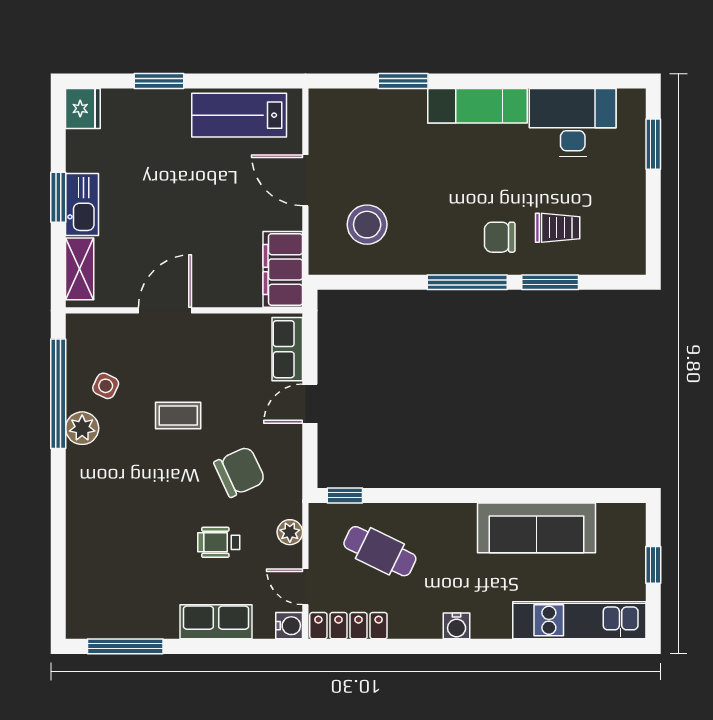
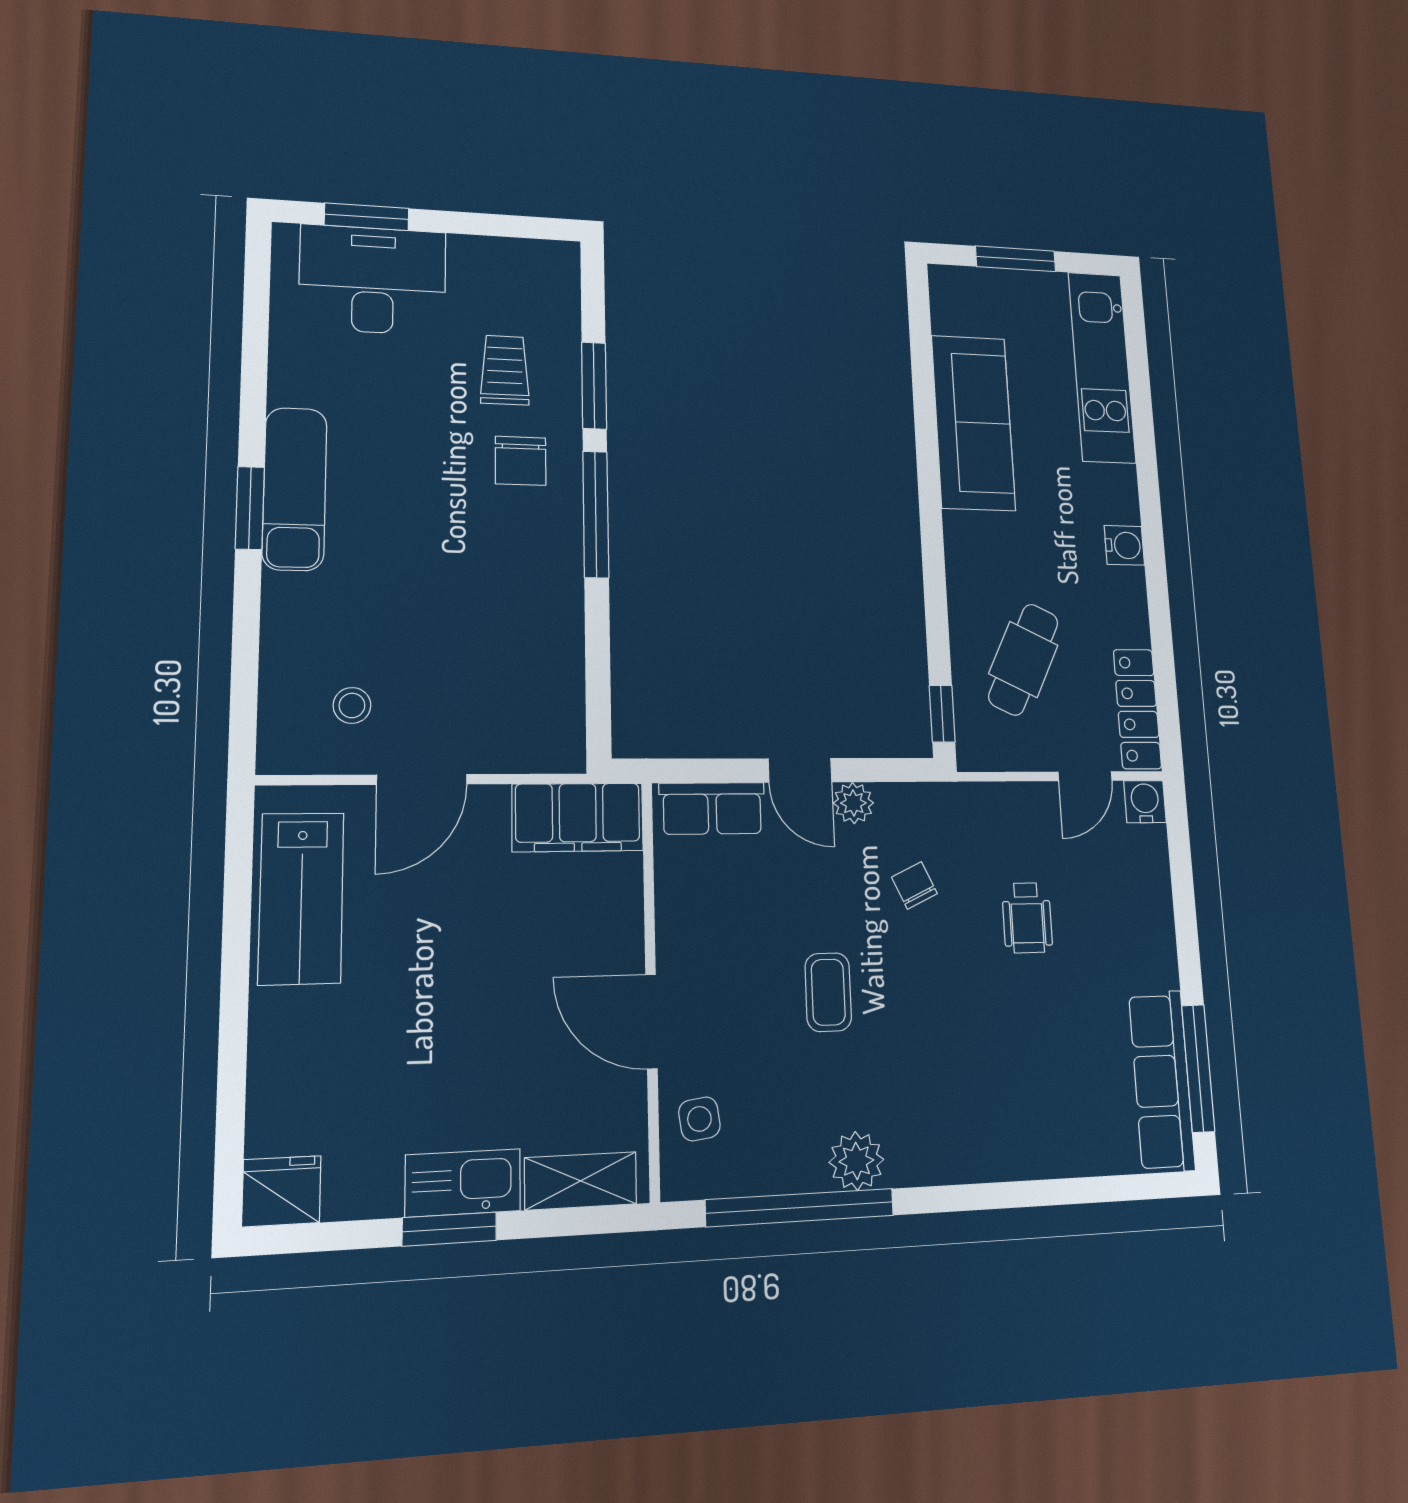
window: (159, 81) -> (233, 1048), removed
window: (403, 81) -> (250, 508), moved
desk: (573, 122) -> (373, 280), moved, turned 90
stool: (367, 225) -> (352, 705), moved, width x0.53, depth x0.53
side table: (106, 386) -> (699, 1119), moved, turned -33
chair: (240, 472) -> (914, 885), width x0.54, depth x0.54
plant: (290, 532) -> (853, 803), moved
window: (653, 565) -> (1016, 259), width x1.50
row of seats: (216, 622) -> (1162, 1081), moved, width x1.48

